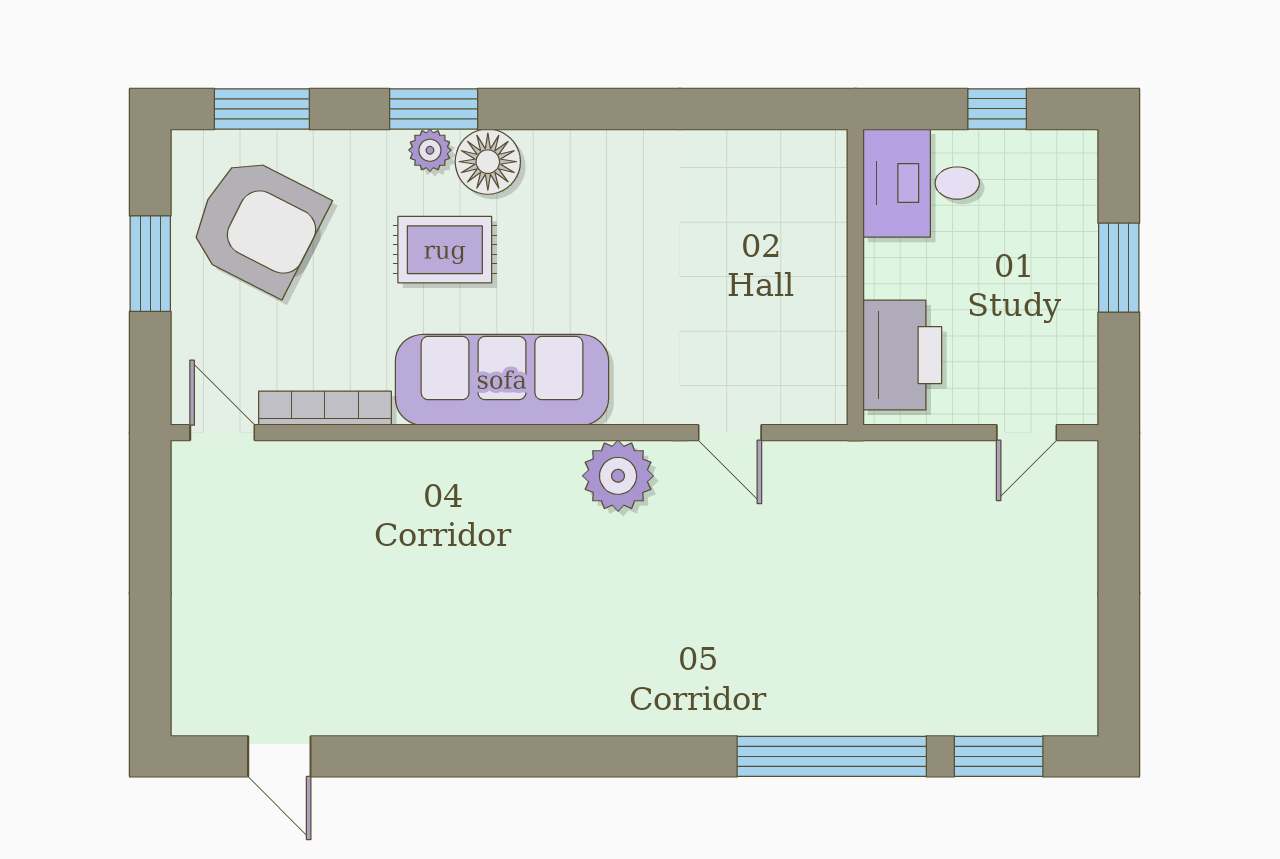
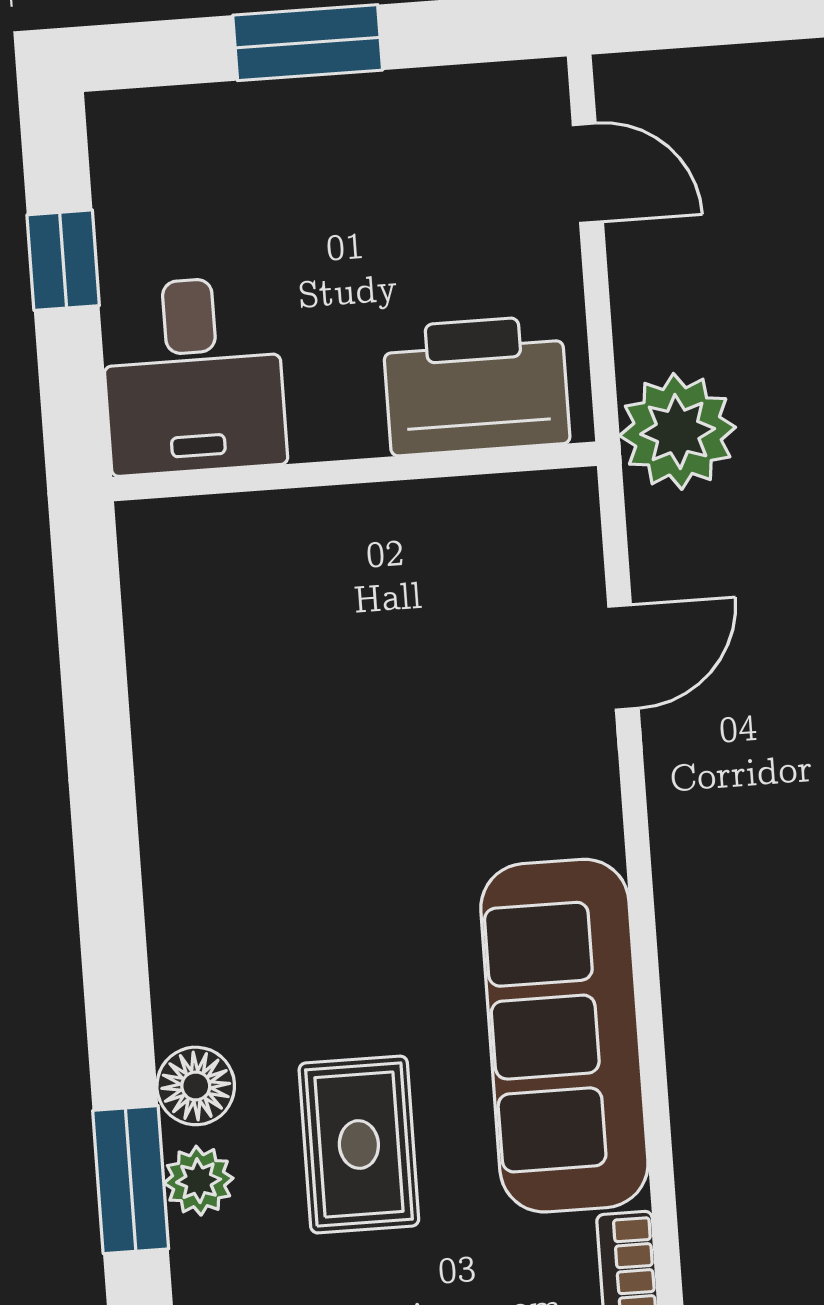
floor lamp: (488, 162) -> (196, 1086), width x0.73, depth x0.73
plant: (618, 476) -> (678, 431), moved

